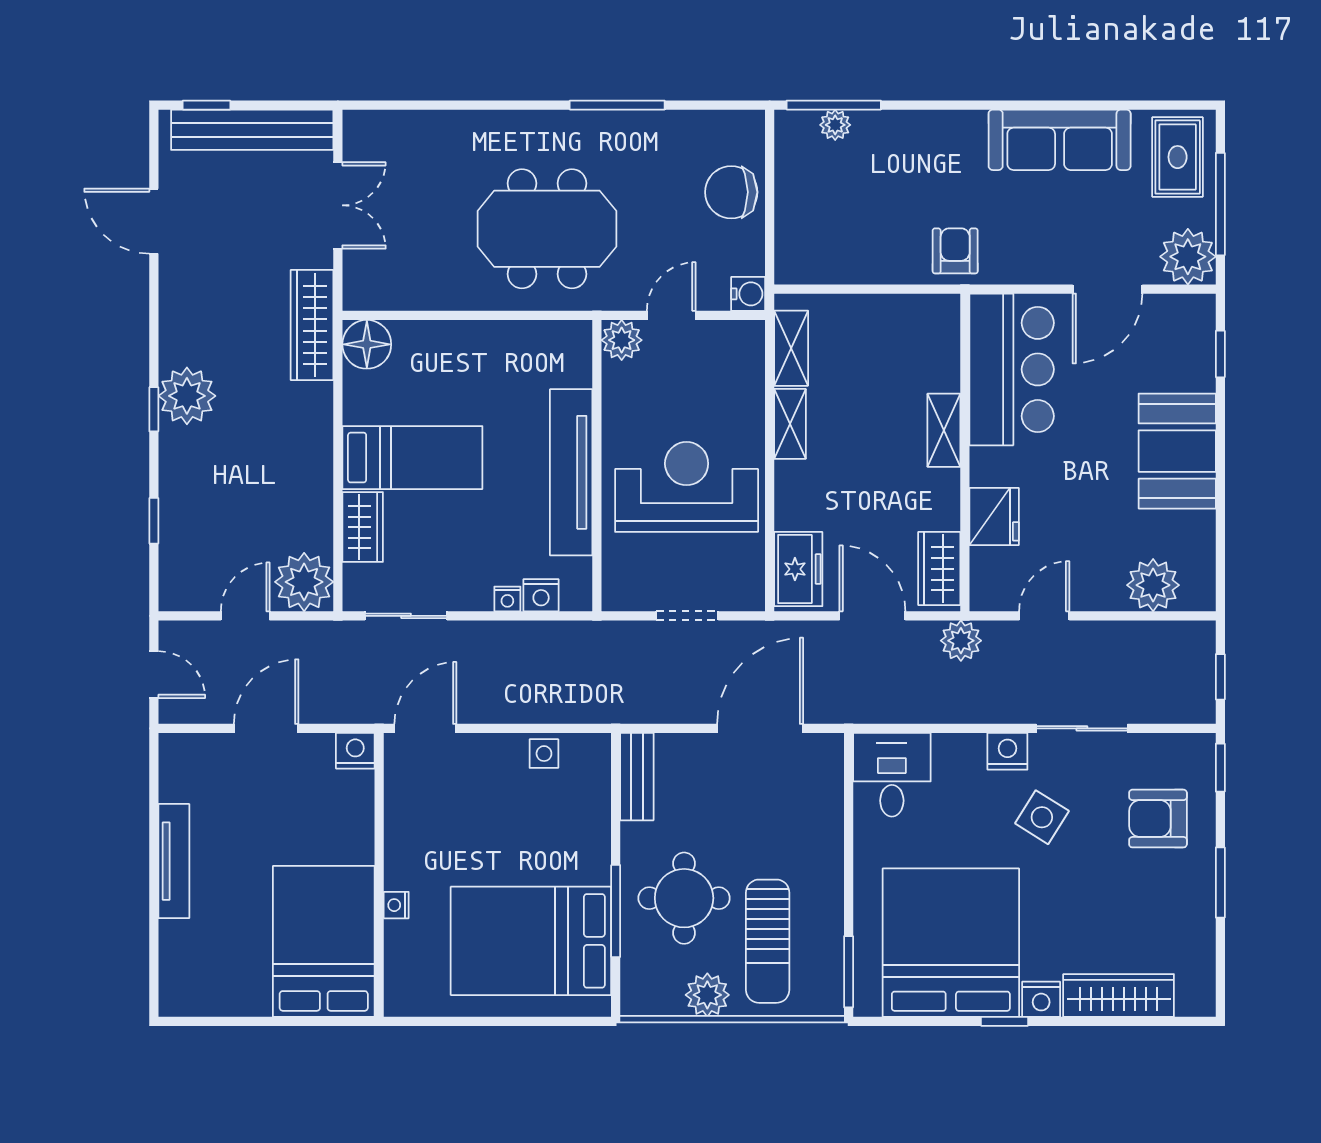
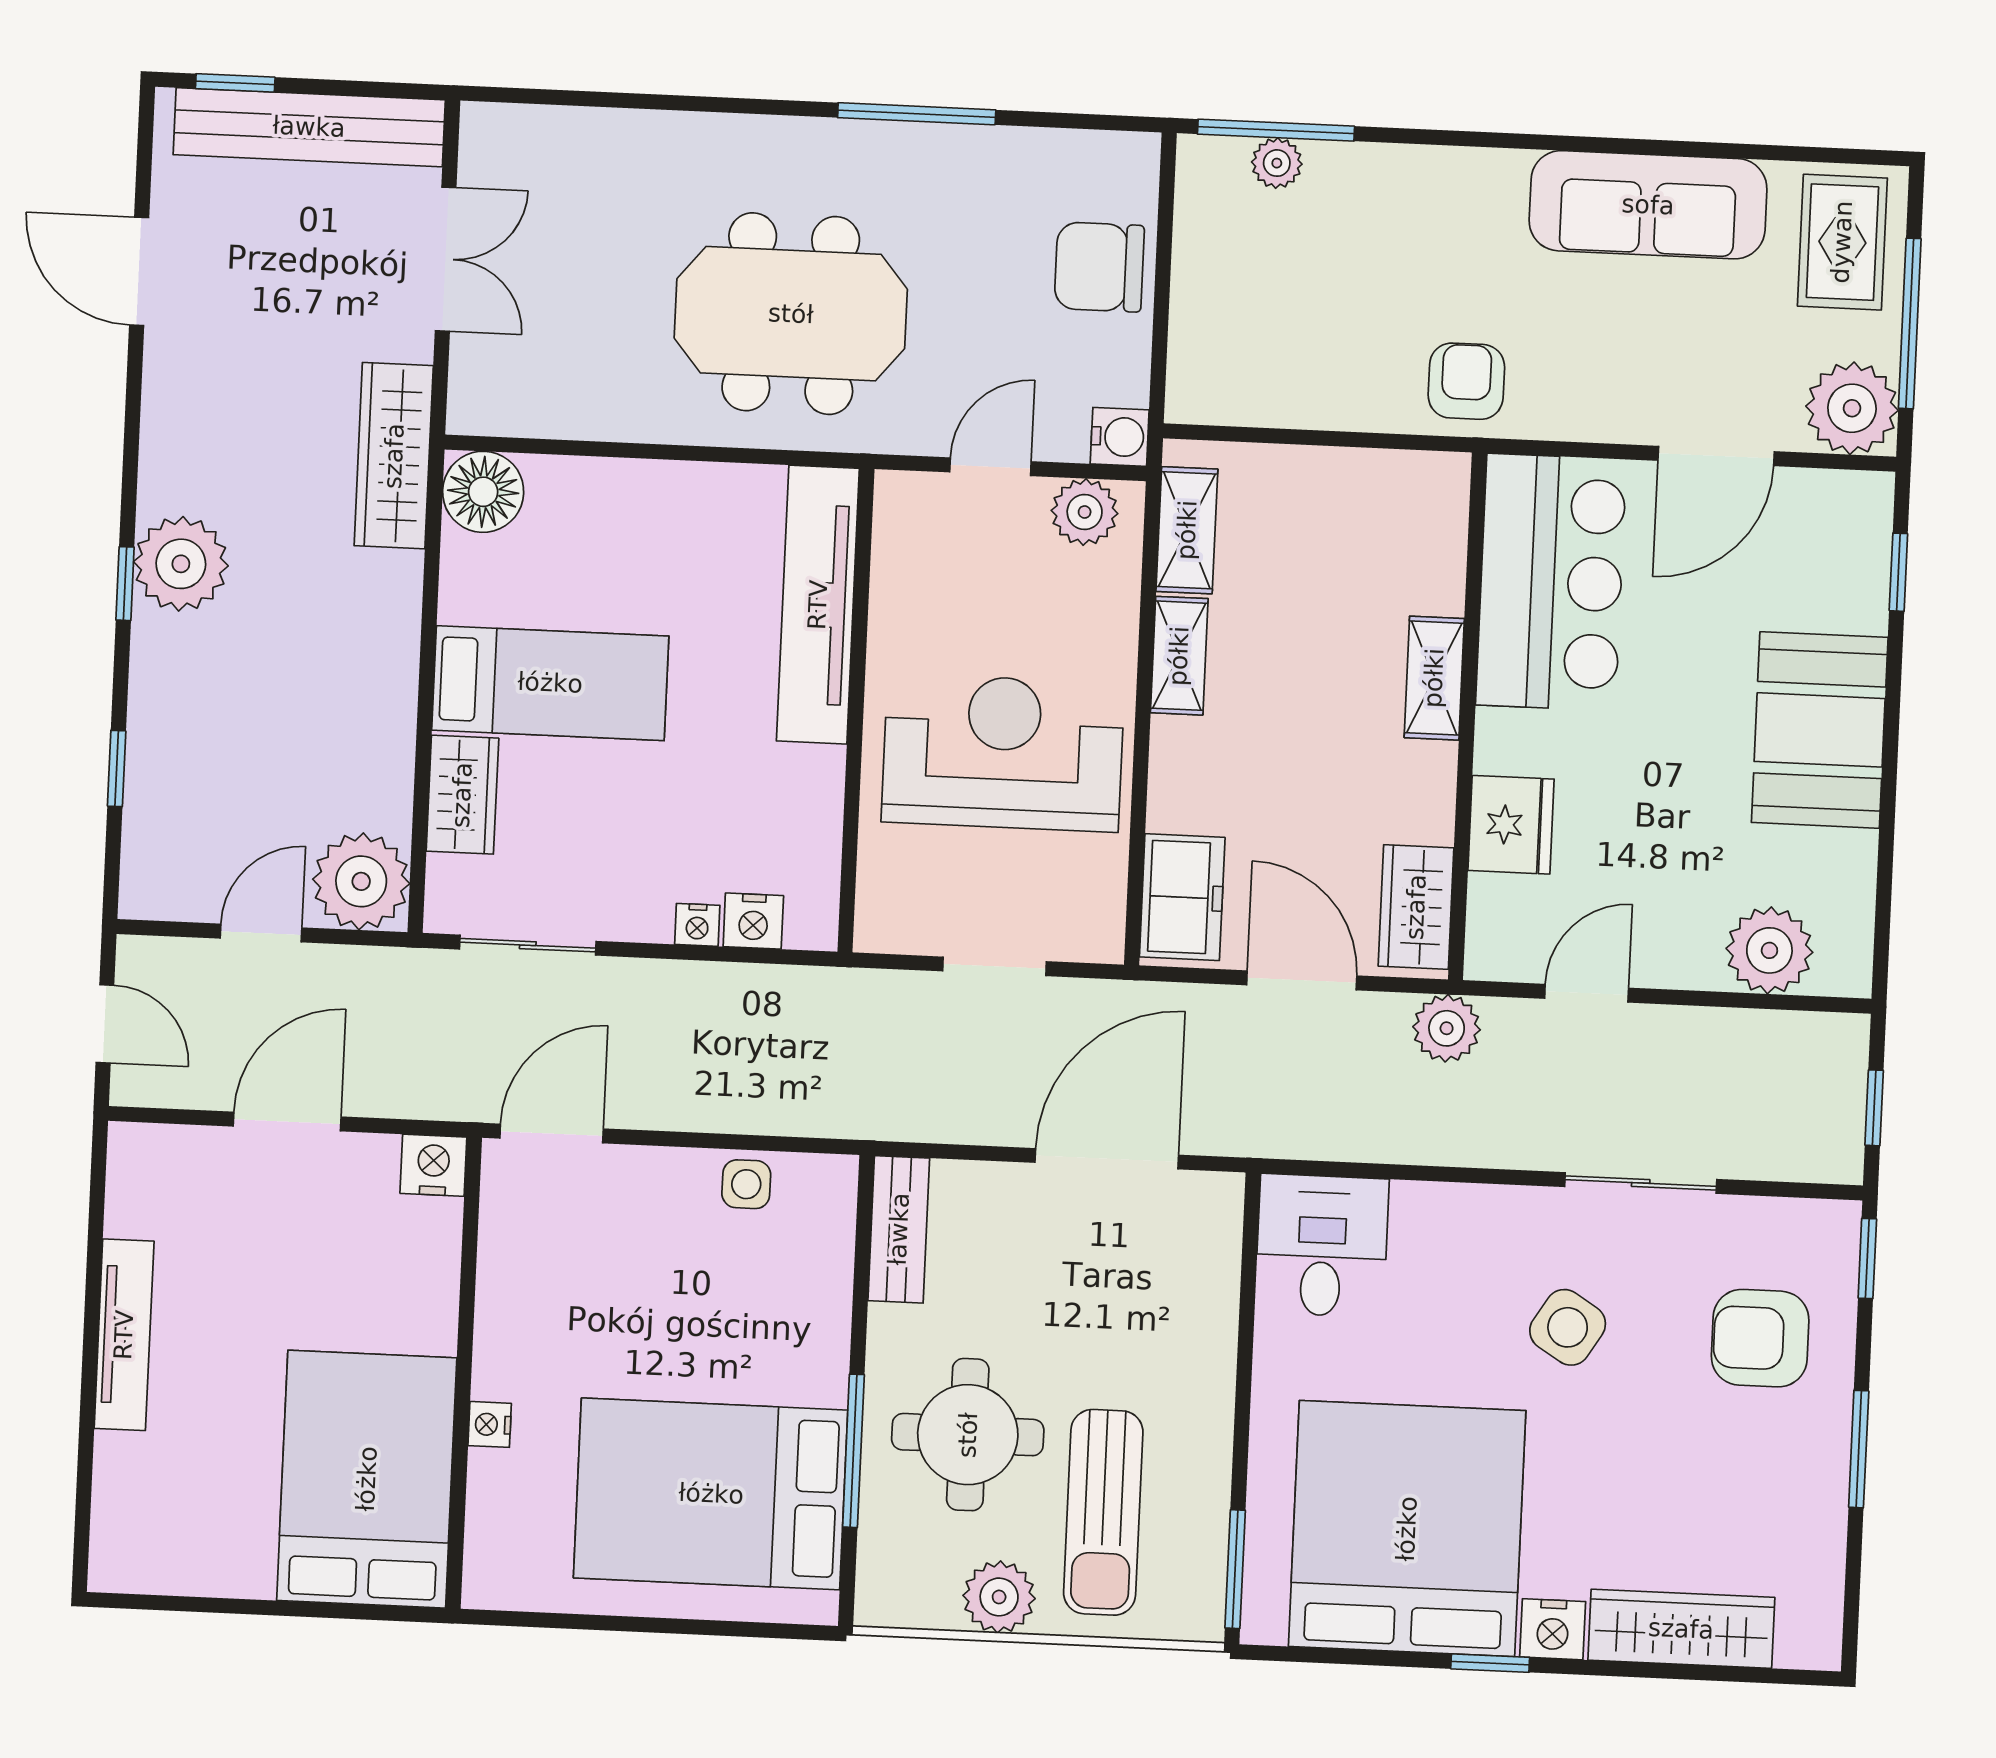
plant: (622, 340) -> (1085, 512), moved
tv unit: (571, 472) -> (818, 605), moved
nightstand: (1007, 751) -> (1515, 1215), removed

